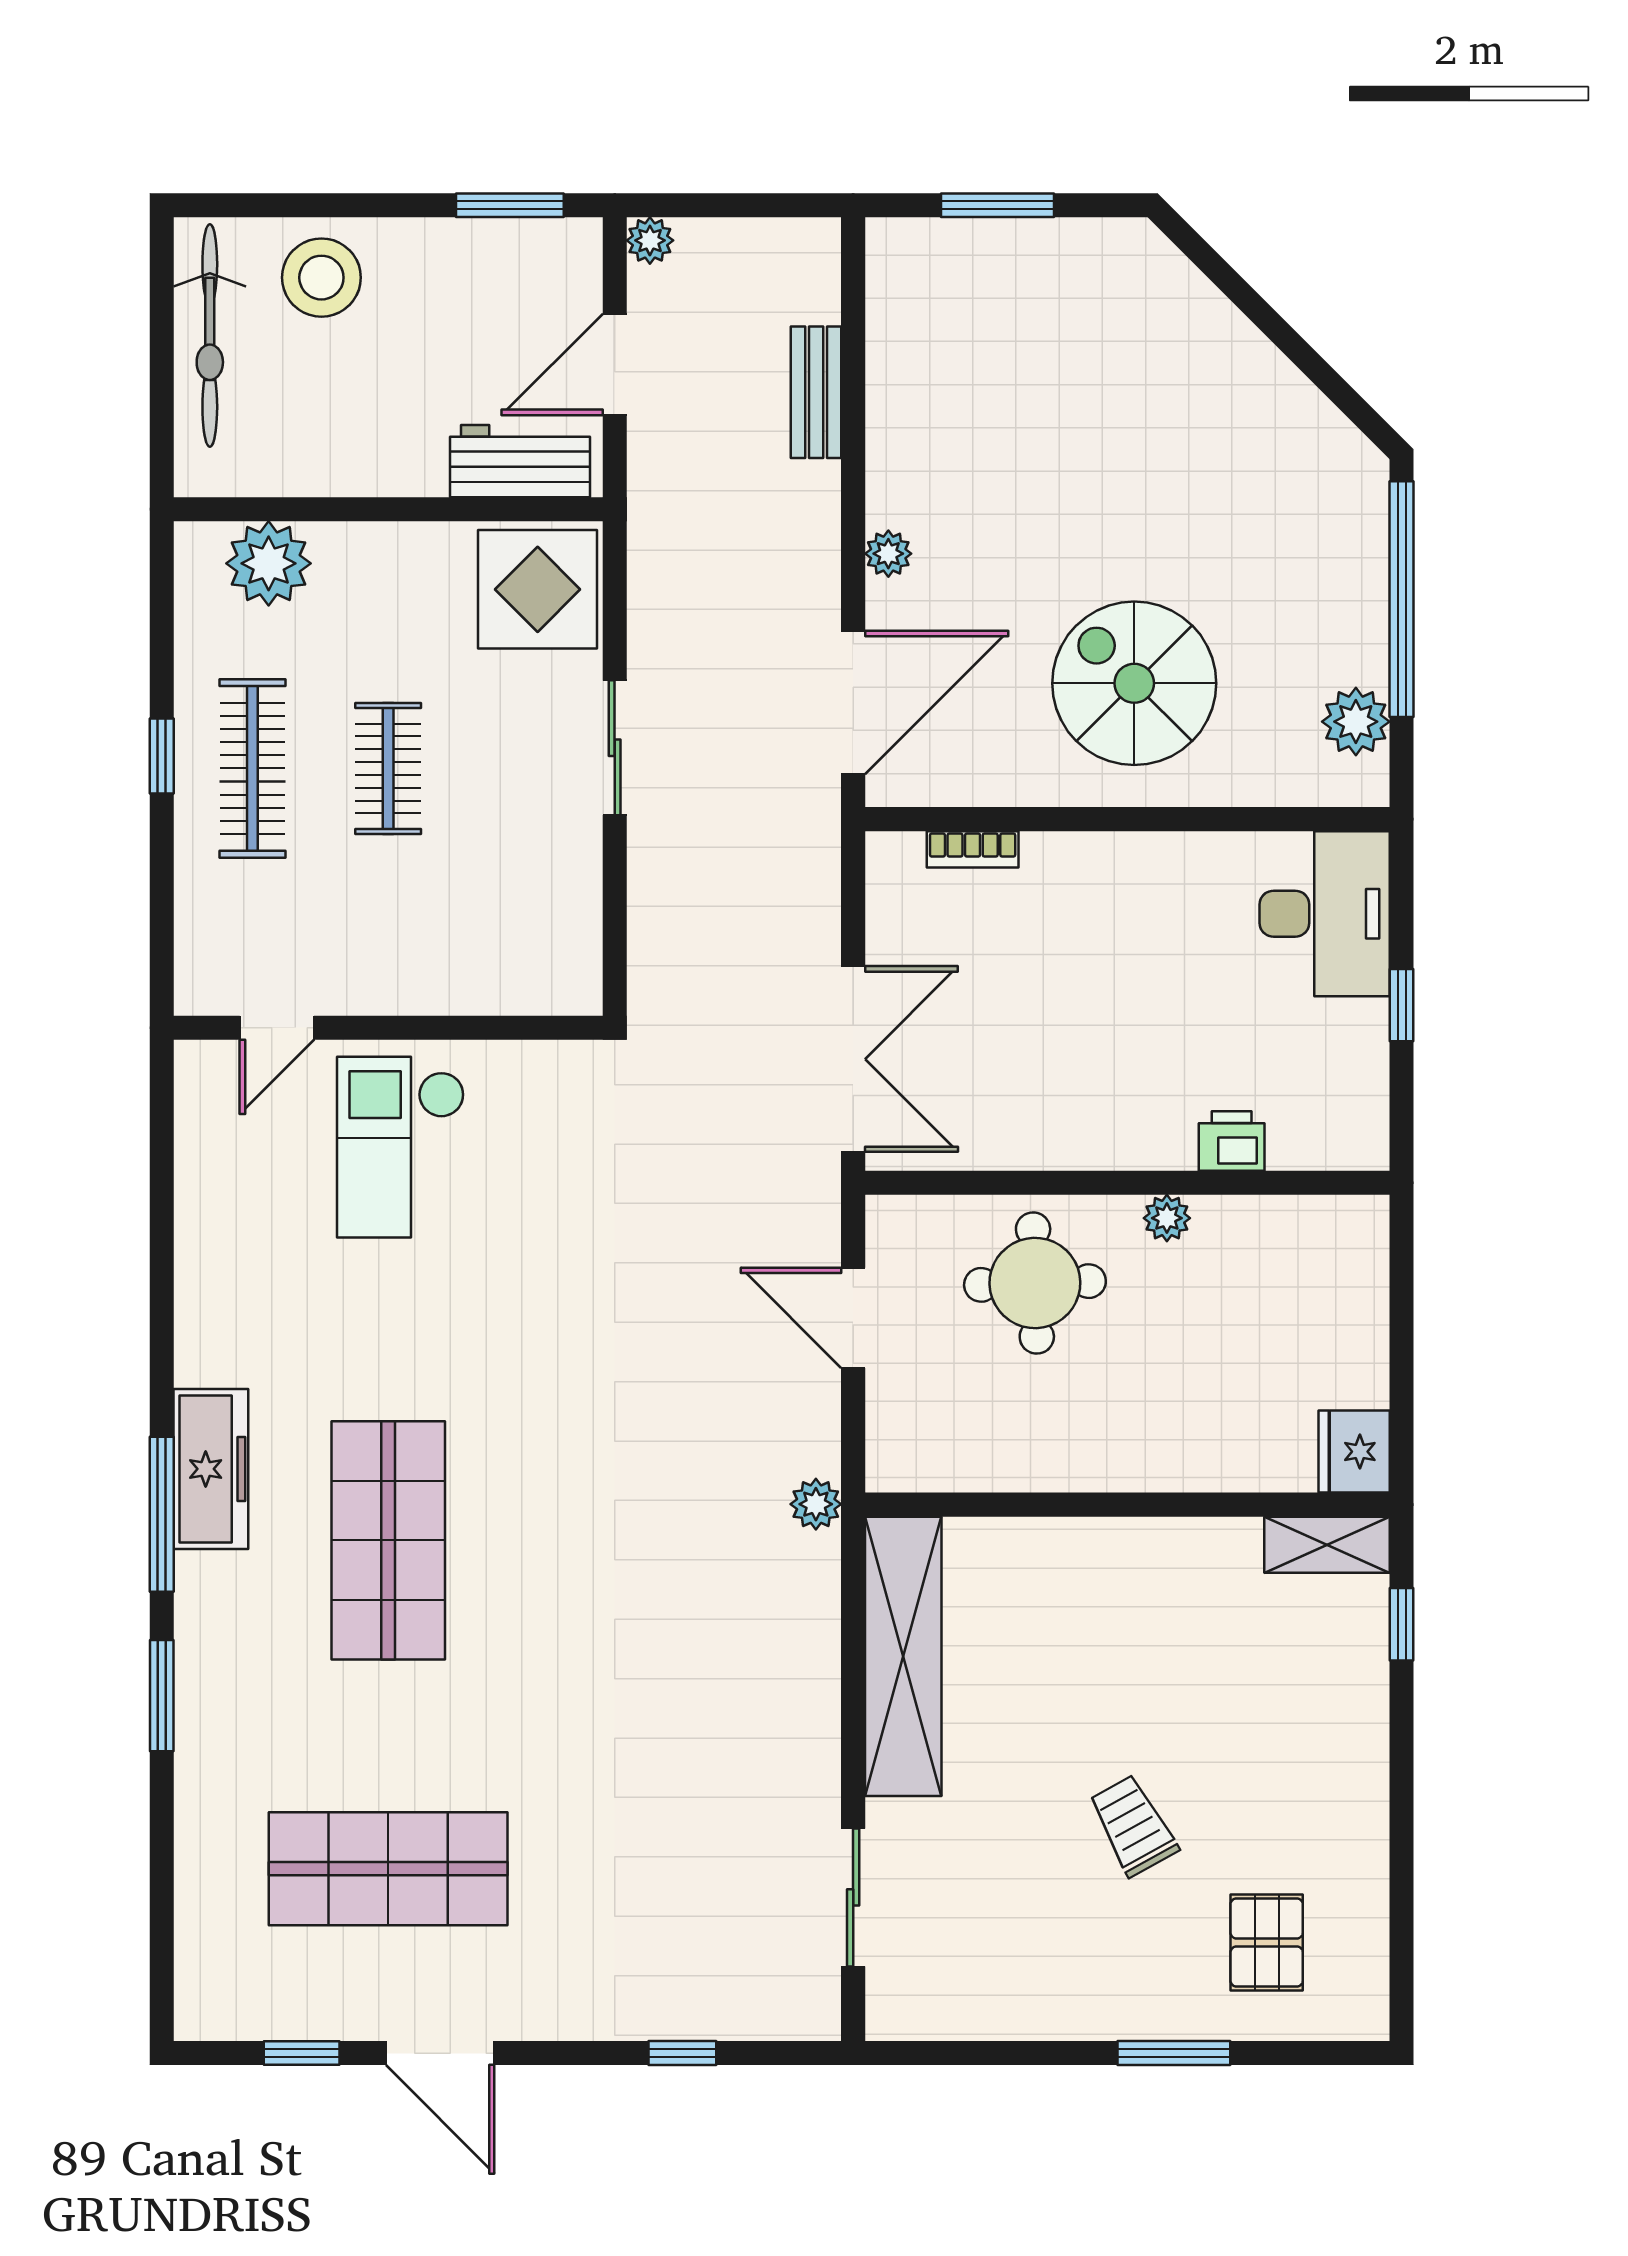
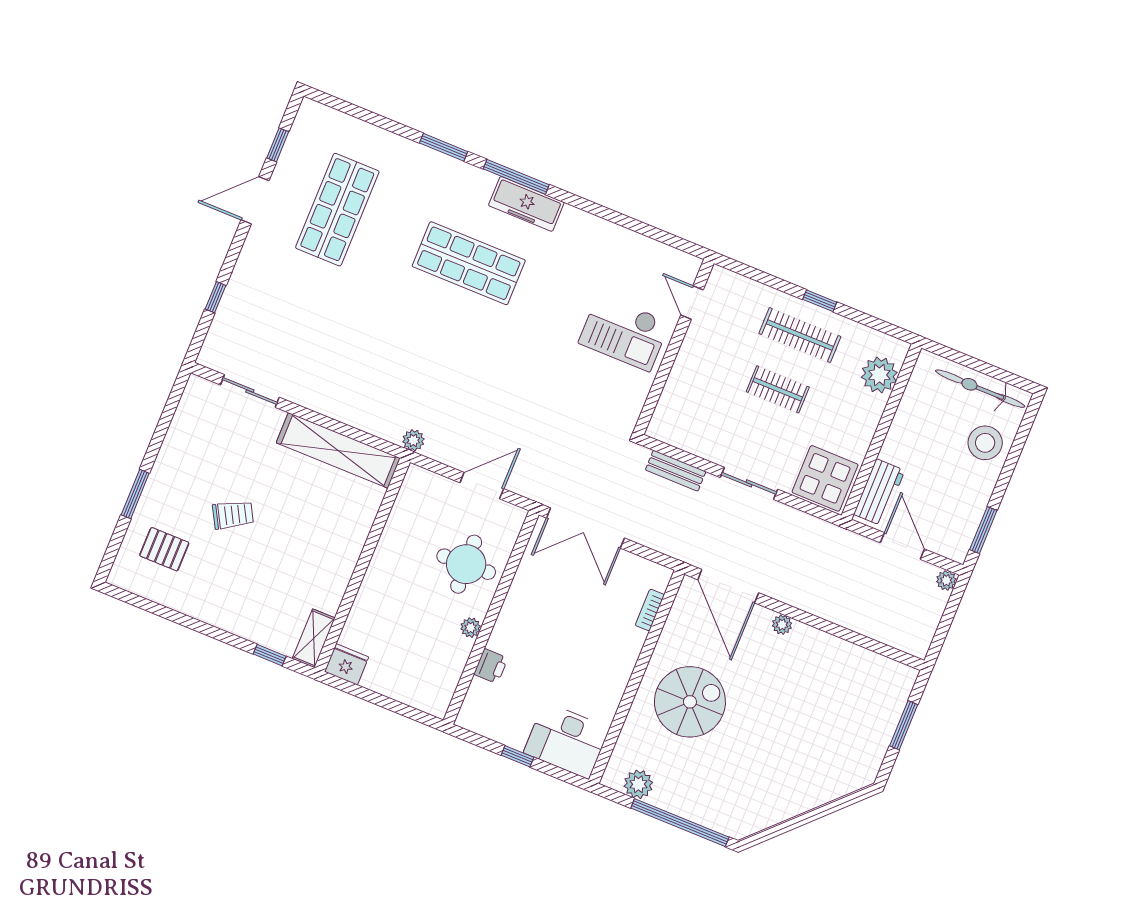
bench: (816, 392) -> (676, 471), moved
checkout: (401, 1147) -> (624, 332), turned 180

